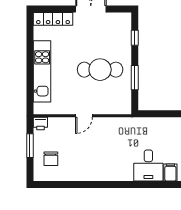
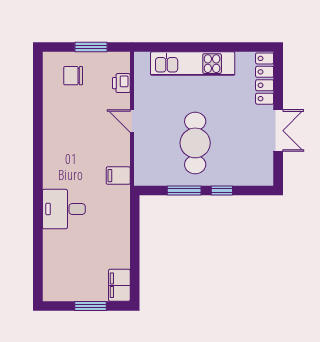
window: (135, 38) -> (222, 190), moved
printer: (40, 124) -> (121, 83), moved
filing cabinet: (170, 172) -> (118, 176), moved, turned 180

